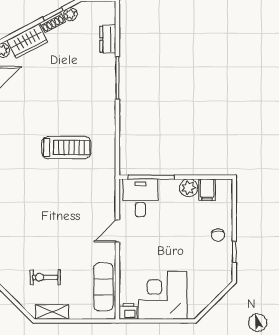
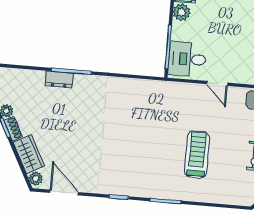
dresser: (108, 39) -> (59, 79), moved
treadmill: (66, 148) -> (197, 155), moved

